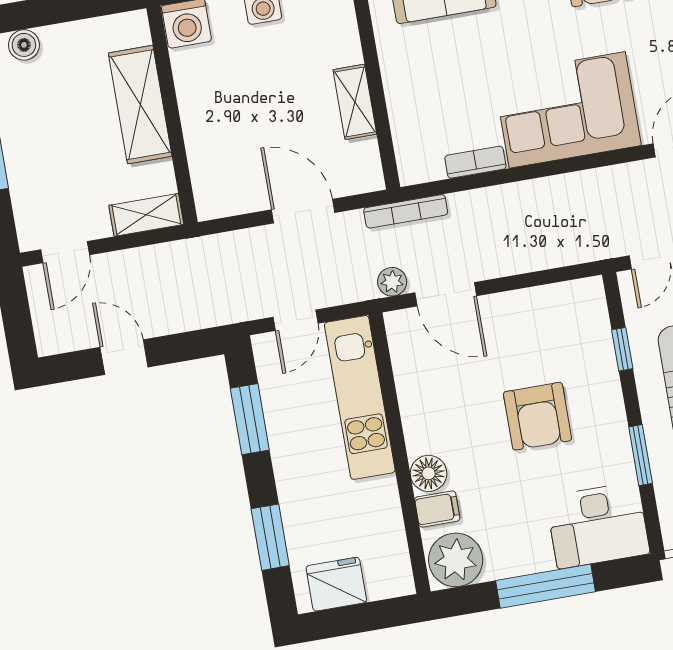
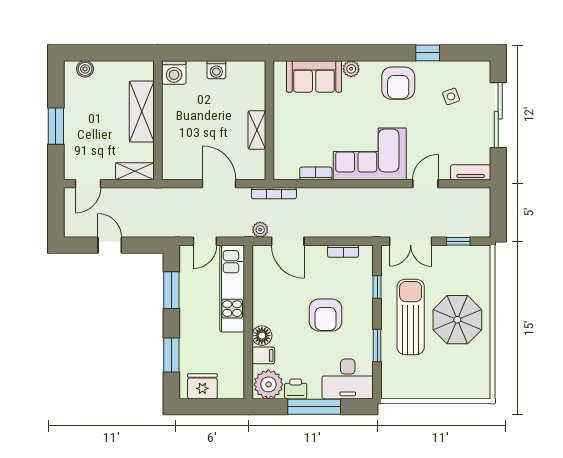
bookcase: (549, 295) -> (343, 251), added
printer: (506, 560) -> (296, 389), added

